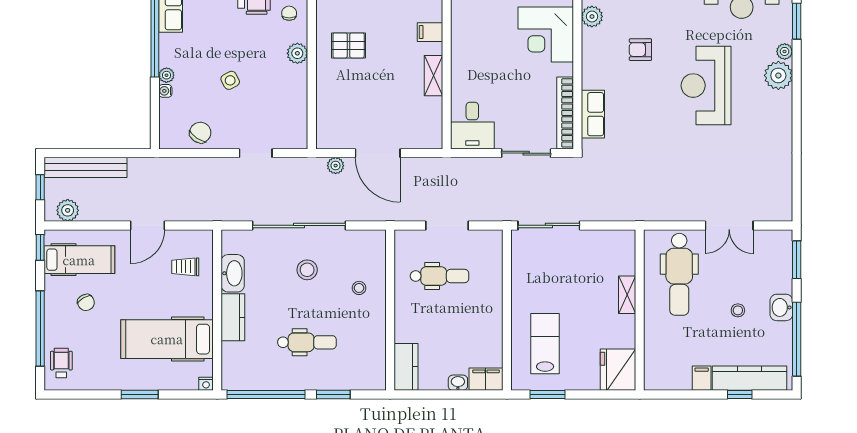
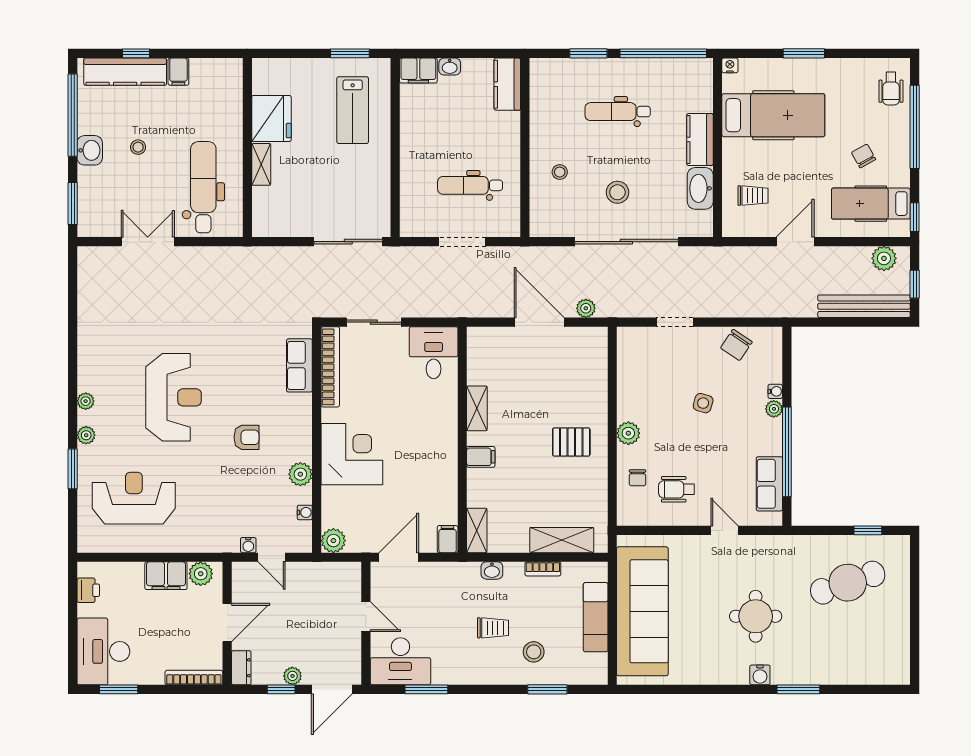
plant: (778, 75) -> (86, 401), width x0.53, depth x0.53
side table: (230, 80) -> (703, 403), turned 45
fridge: (618, 370) -> (271, 119), moved

